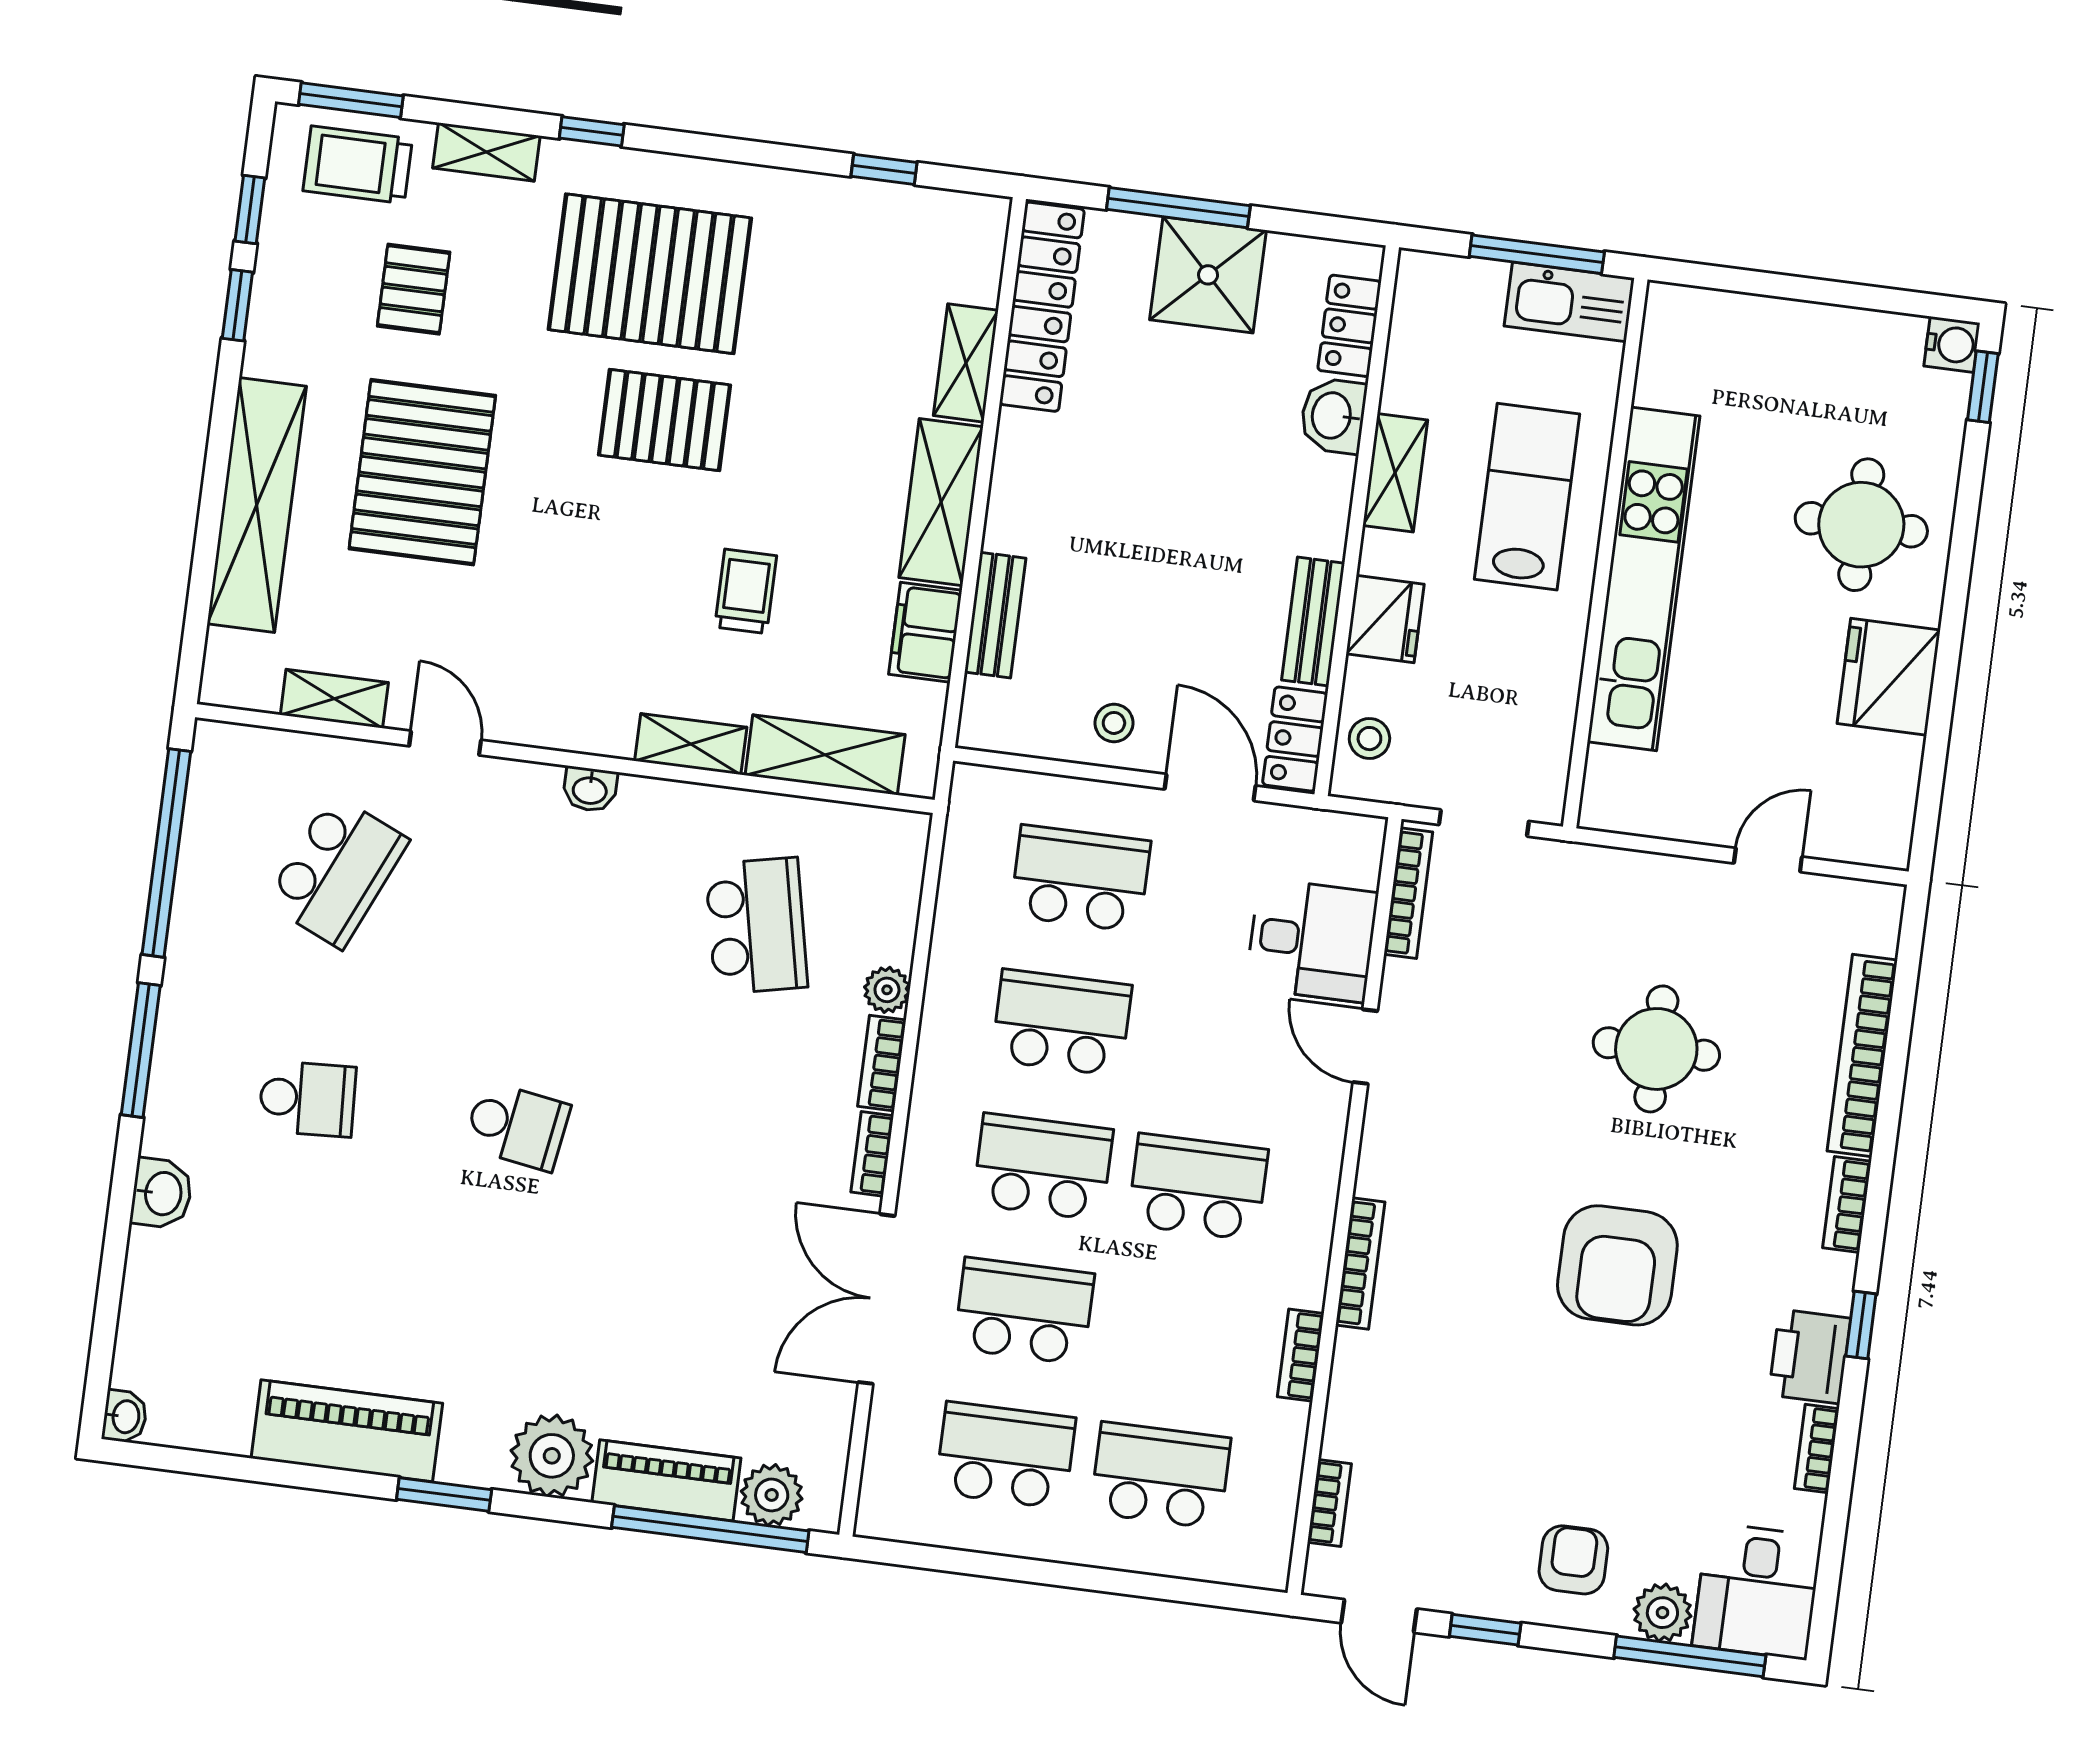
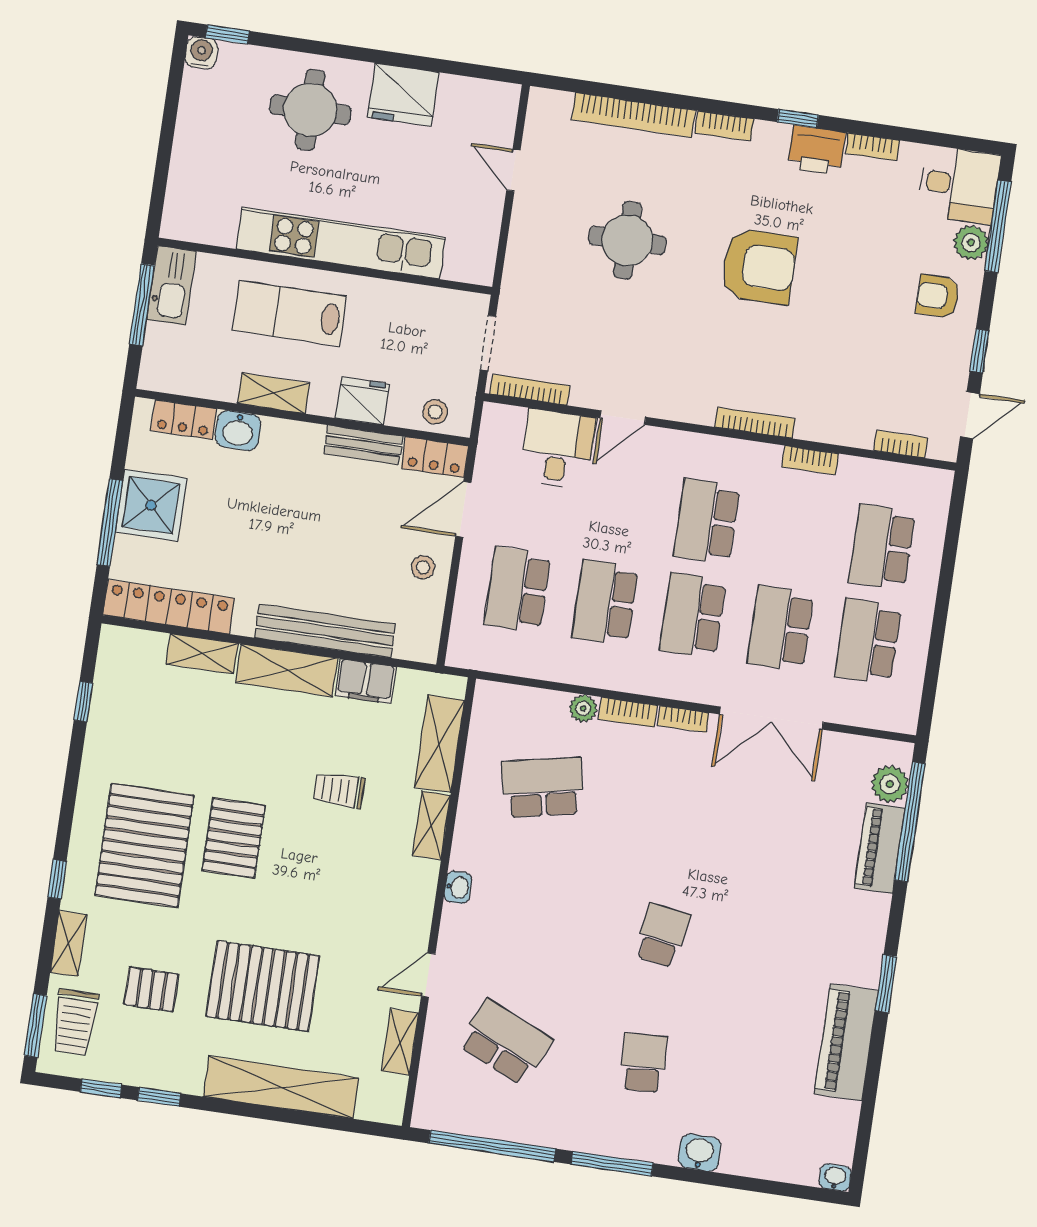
bench: (995, 615) -> (325, 631), width x1.86, depth x1.21
plant: (552, 1456) -> (864, 918), removed

